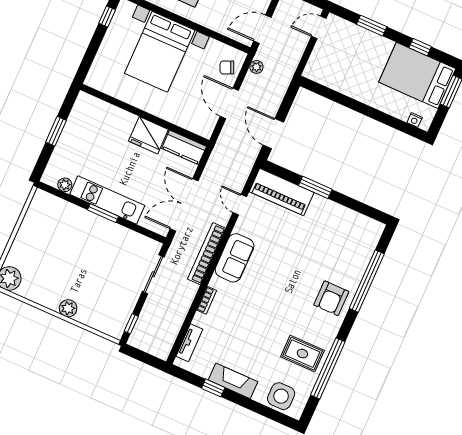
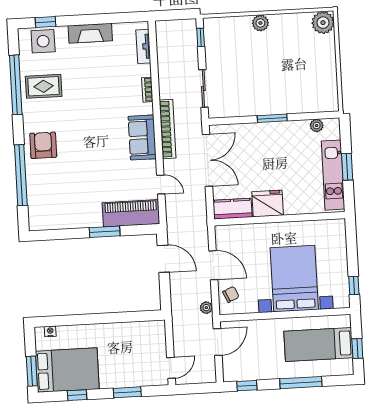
kitchen unit: (107, 200) -> (333, 175), moved, turned 90
window: (213, 388) -> (46, 22), moved

